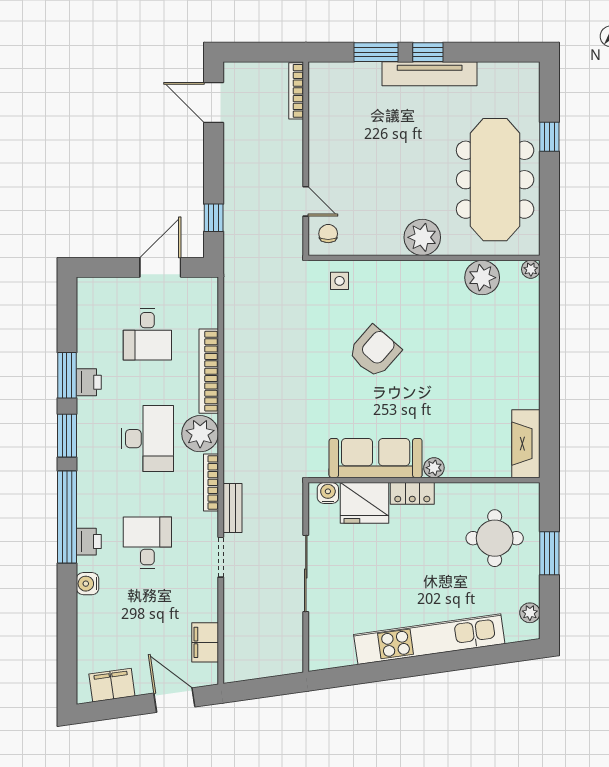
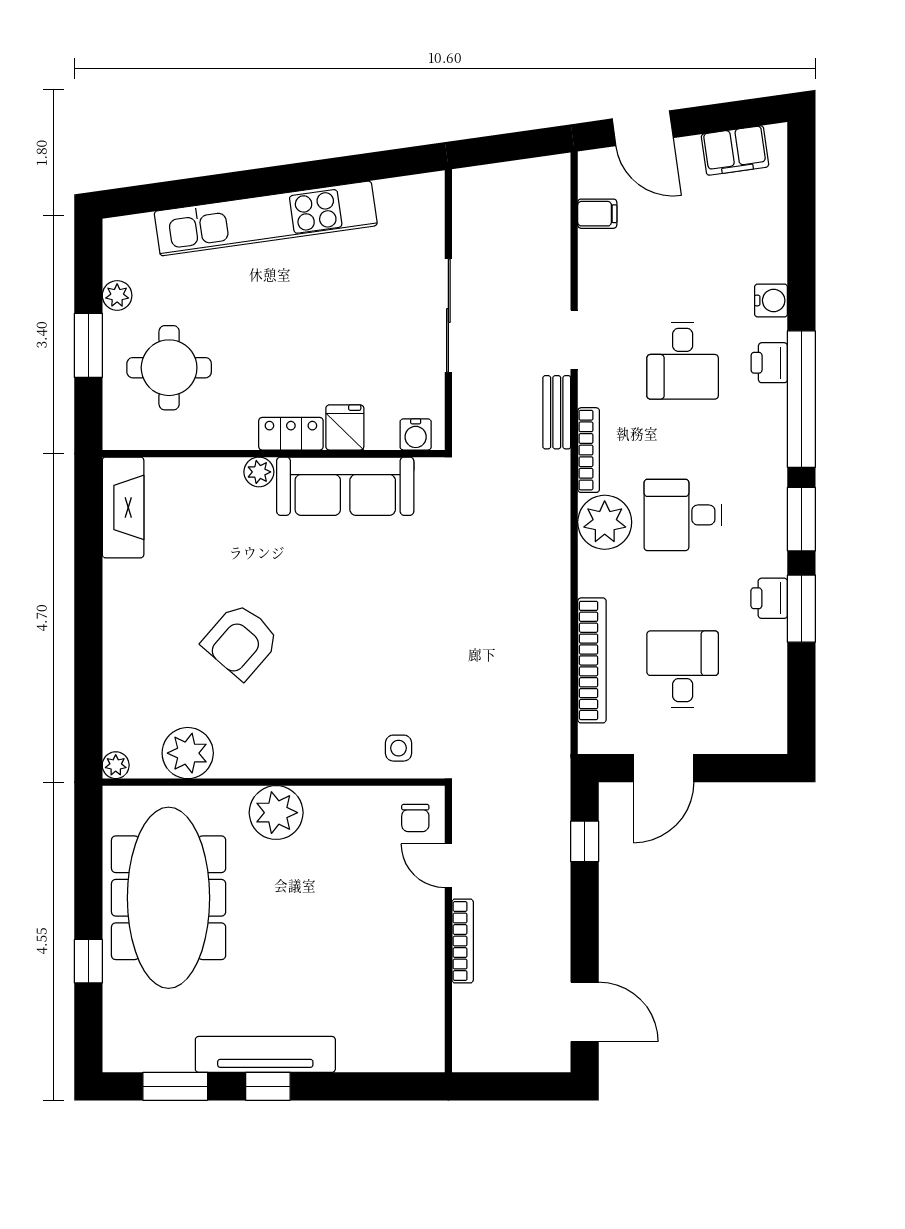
window: (376, 52) -> (175, 1086), moved
bookcase: (296, 91) -> (463, 941), moved
armchair: (375, 351) -> (241, 641), moved
bookcase: (209, 371) -> (592, 660), moved
desk: (147, 439) -> (683, 515), width x0.73
fridge: (364, 503) -> (345, 427), width x0.53, depth x0.75
plant: (530, 613) -> (117, 295), moved
filing cabinet: (205, 642) -> (597, 214), width x0.50

